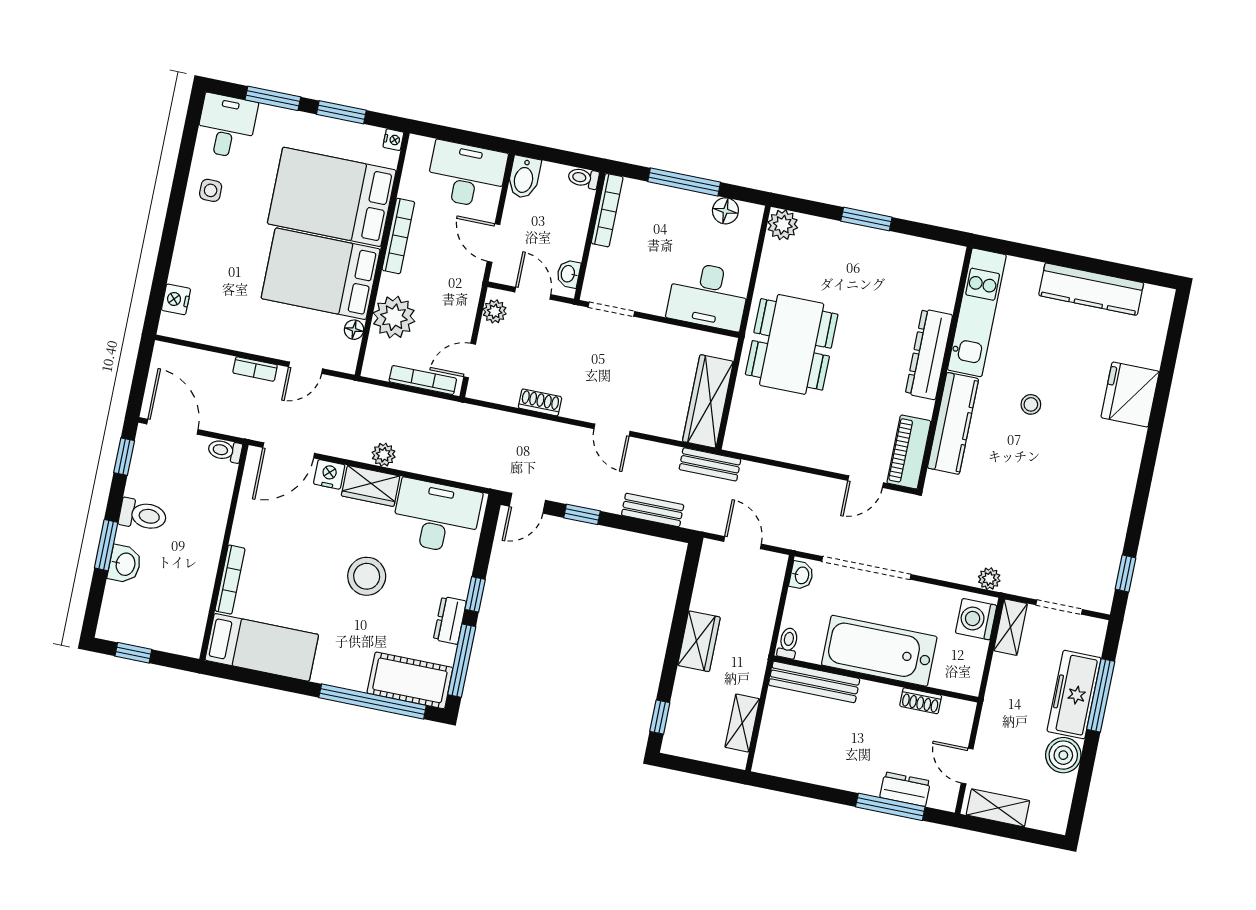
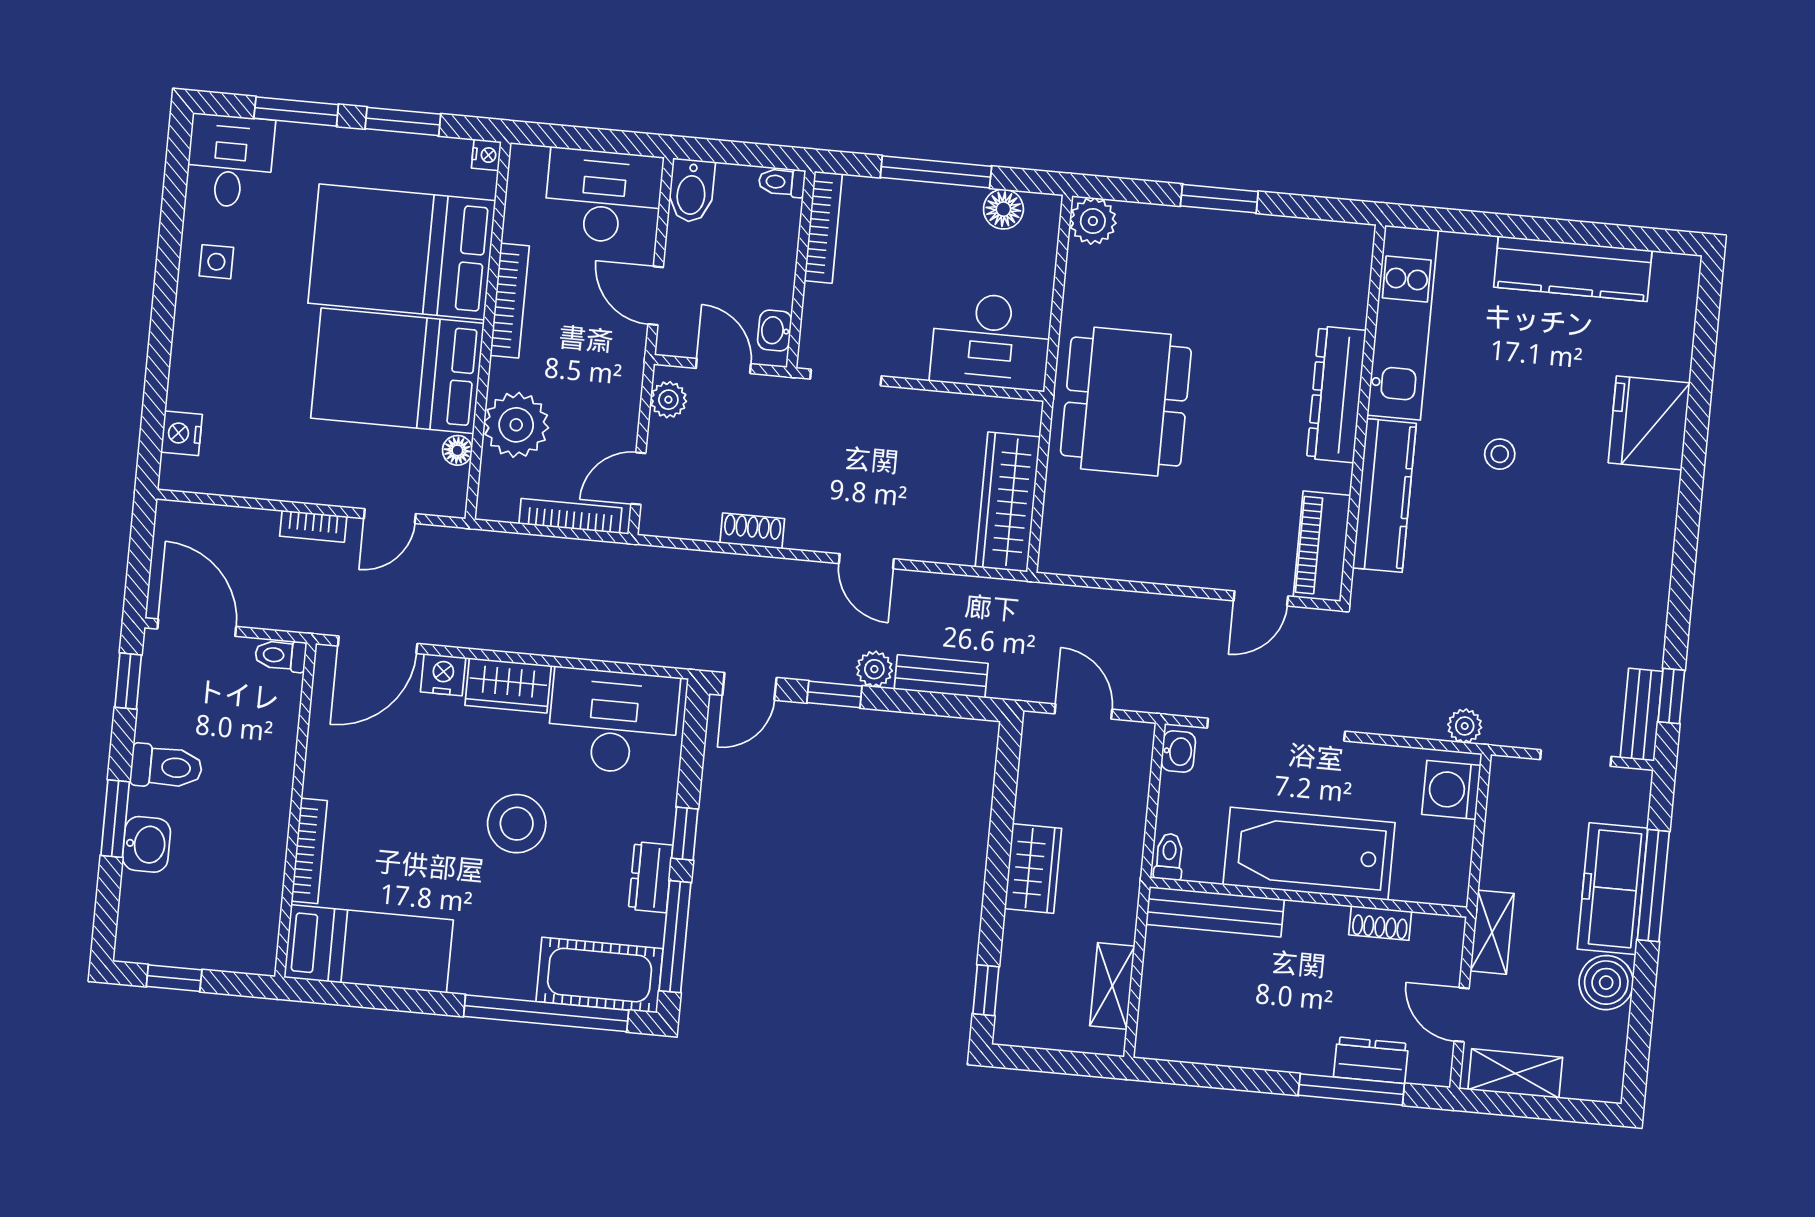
plant: (384, 455) -> (874, 669), moved
bench: (710, 464) -> (1641, 715), moved, turned 90
shelving: (1010, 627) -> (1492, 932), moved

